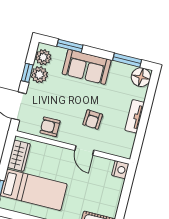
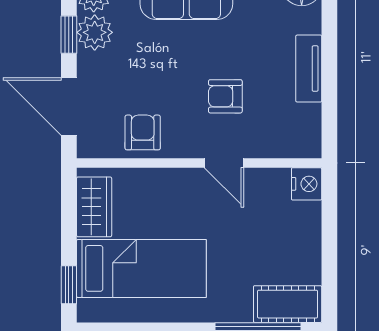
armchair: (93, 120) -> (225, 96), turned 86
armchair: (50, 127) -> (143, 132), turned 90

